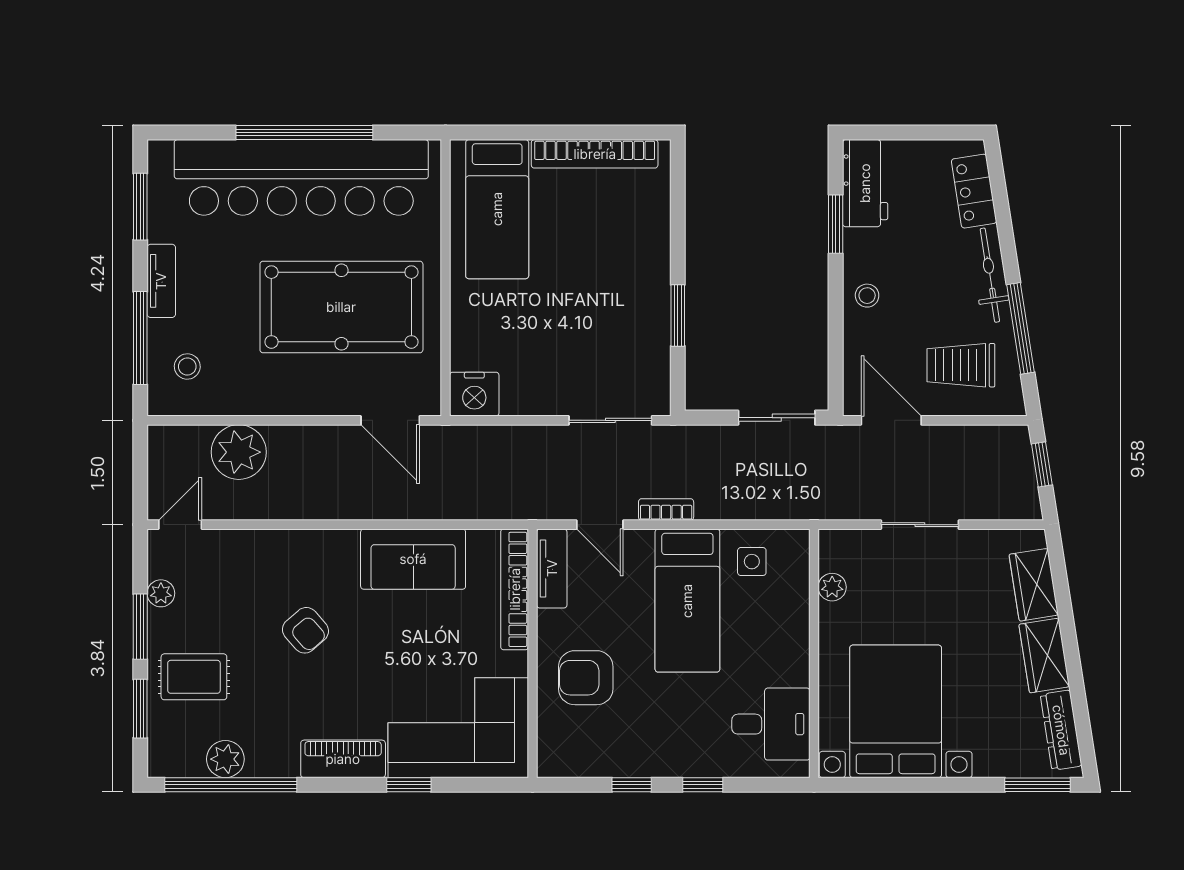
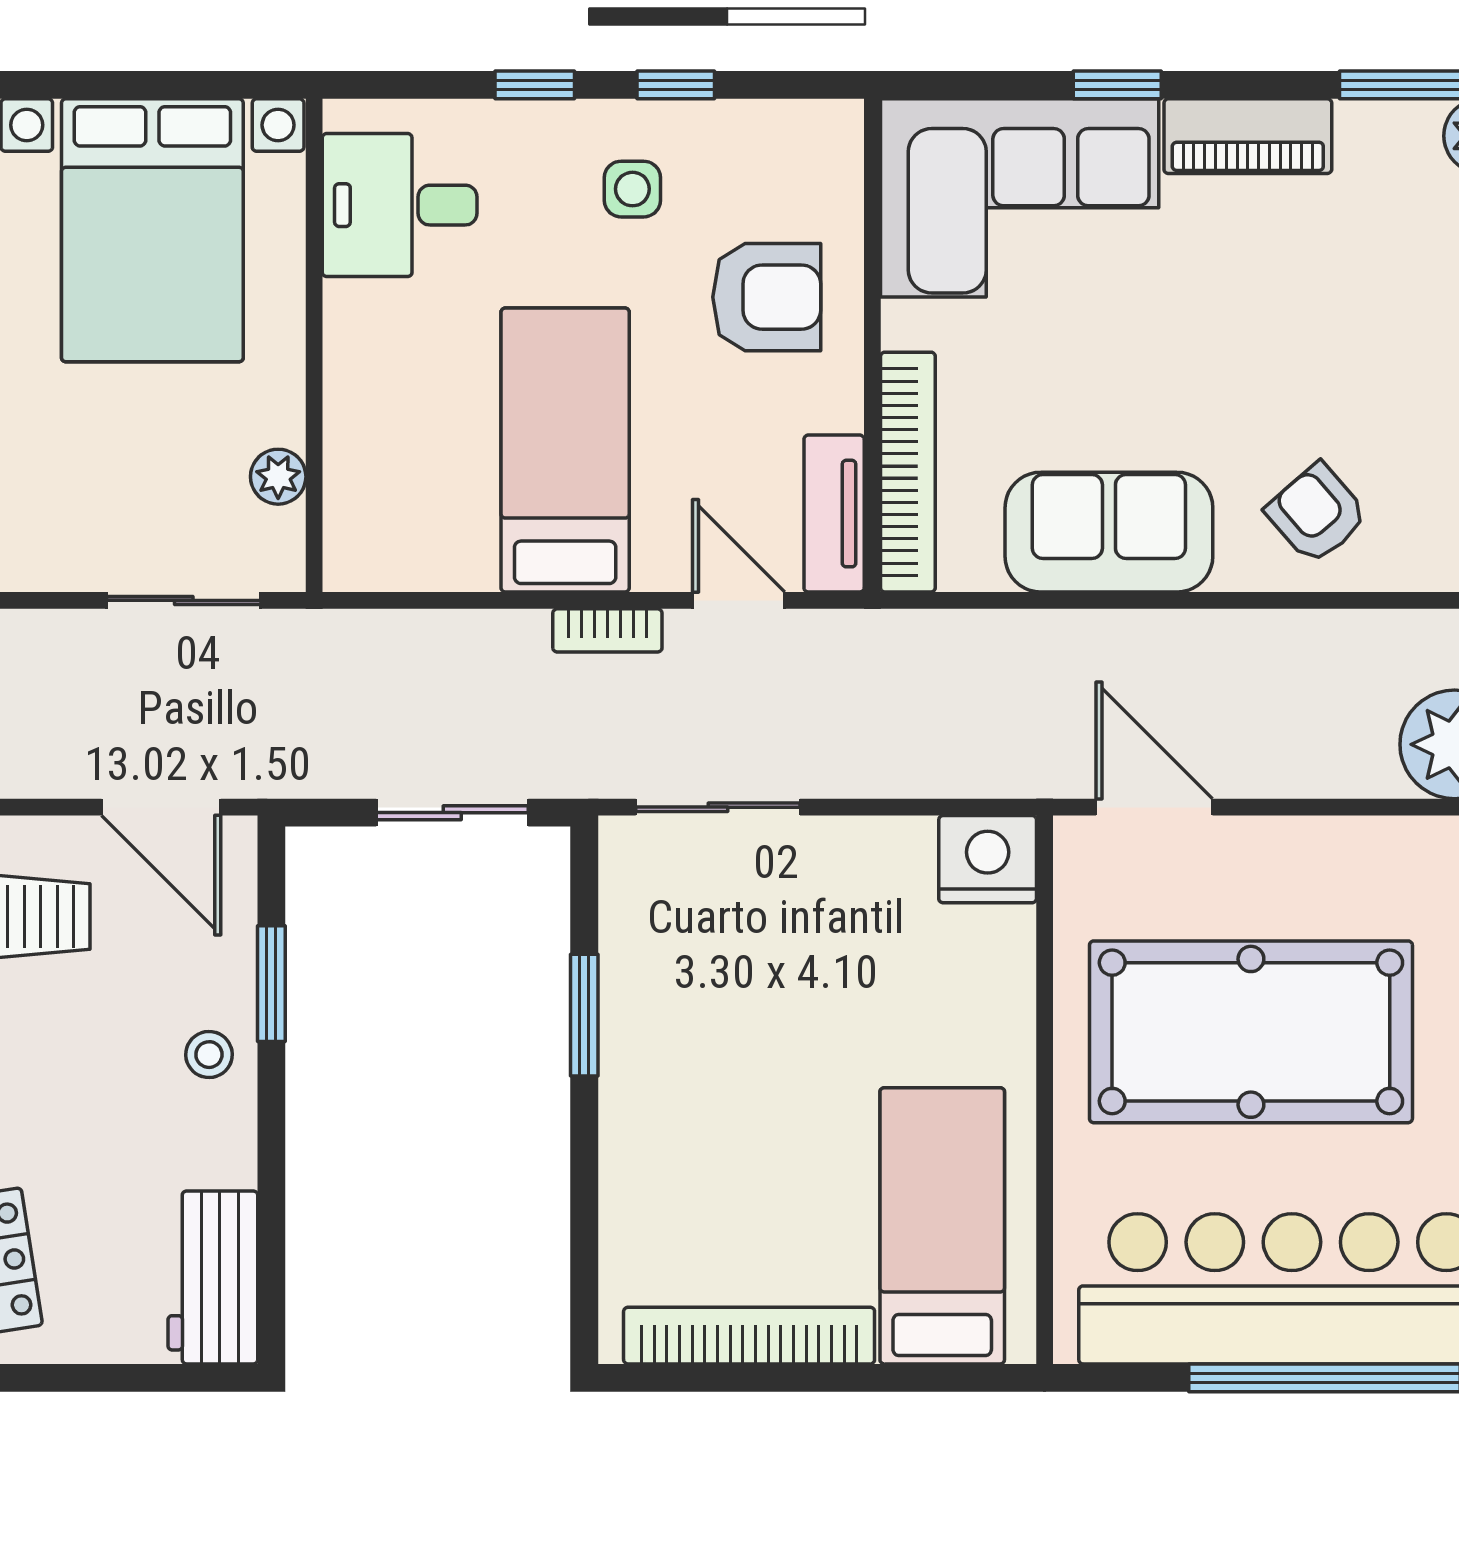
window: (836, 224) -> (271, 984), moved
sliding door: (777, 418) -> (452, 813), moved
sliding door: (920, 525) -> (184, 600), moved
side table: (752, 562) -> (632, 189), moved
armchair: (305, 630) -> (1317, 514), moved

